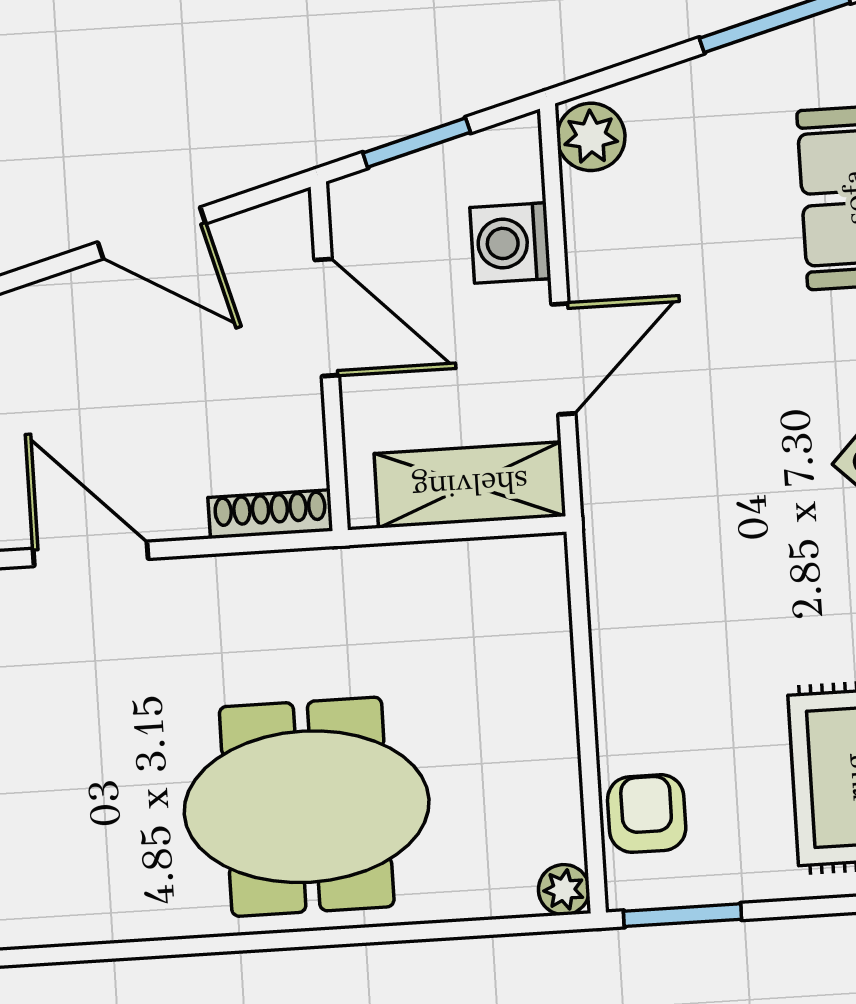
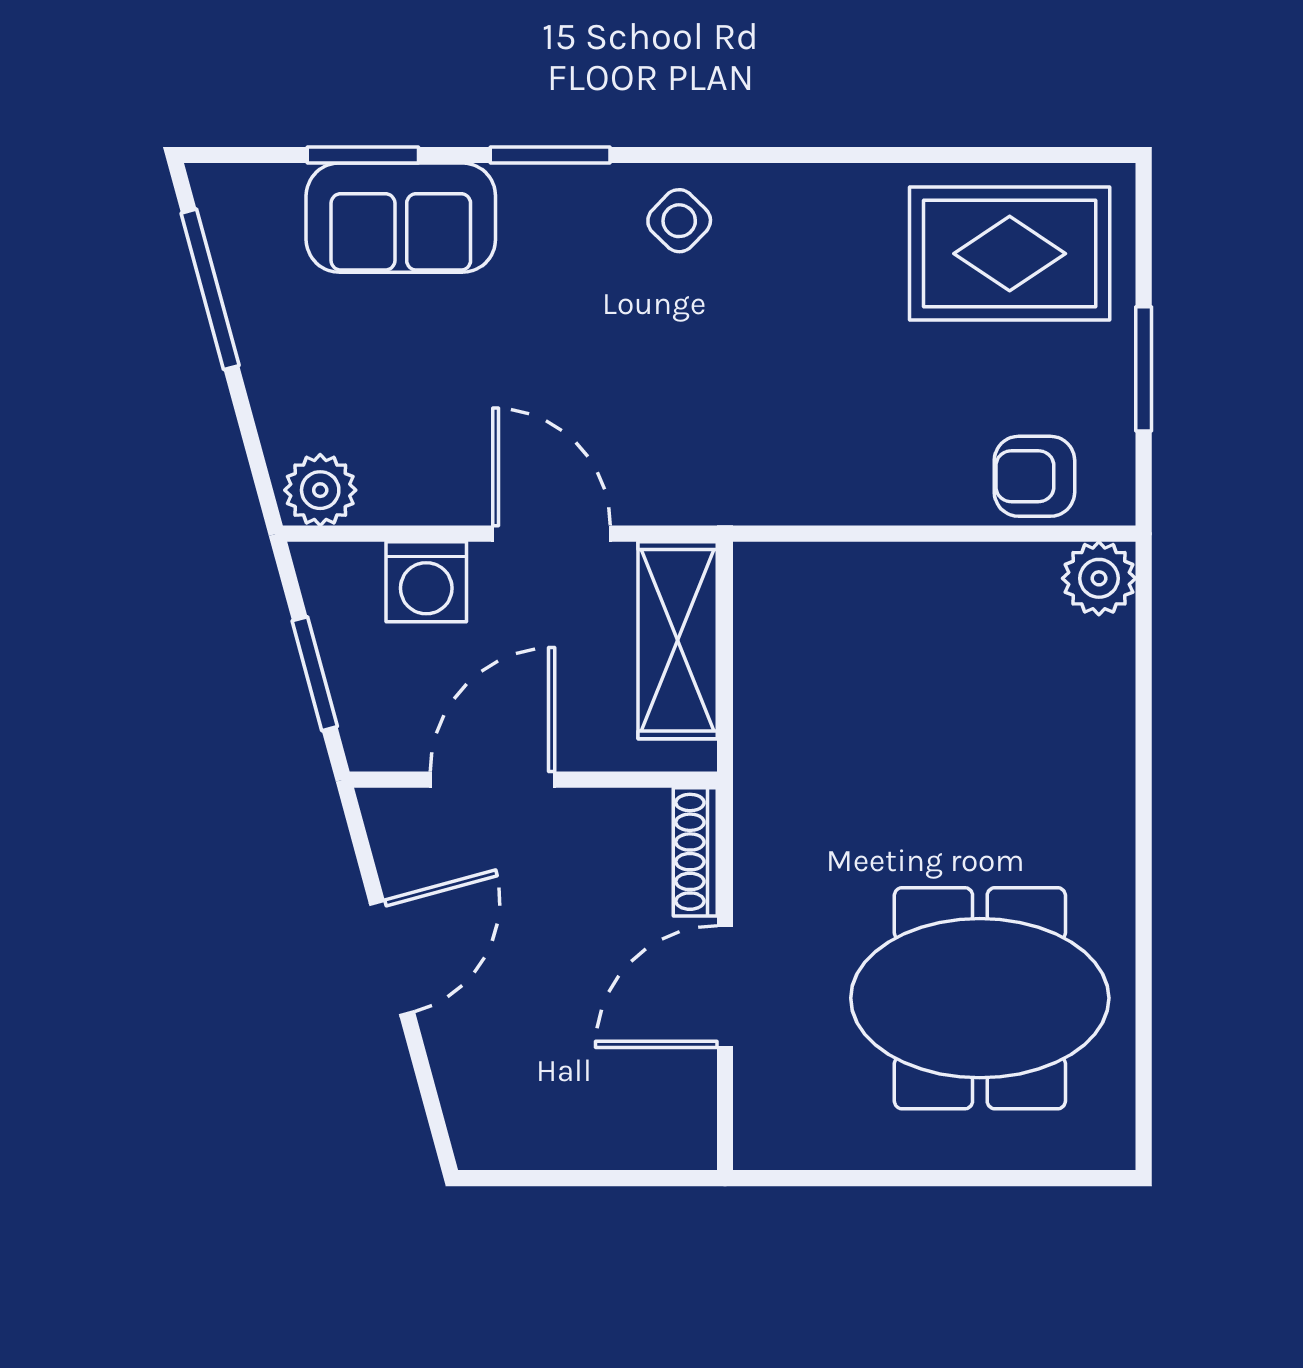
door: (91, 554) -> (725, 987), moved
meeting table: (307, 807) -> (980, 998), moved, turned 90
plant: (564, 890) -> (1099, 578), width x1.38, depth x1.38
window: (682, 915) -> (1144, 369), moved

